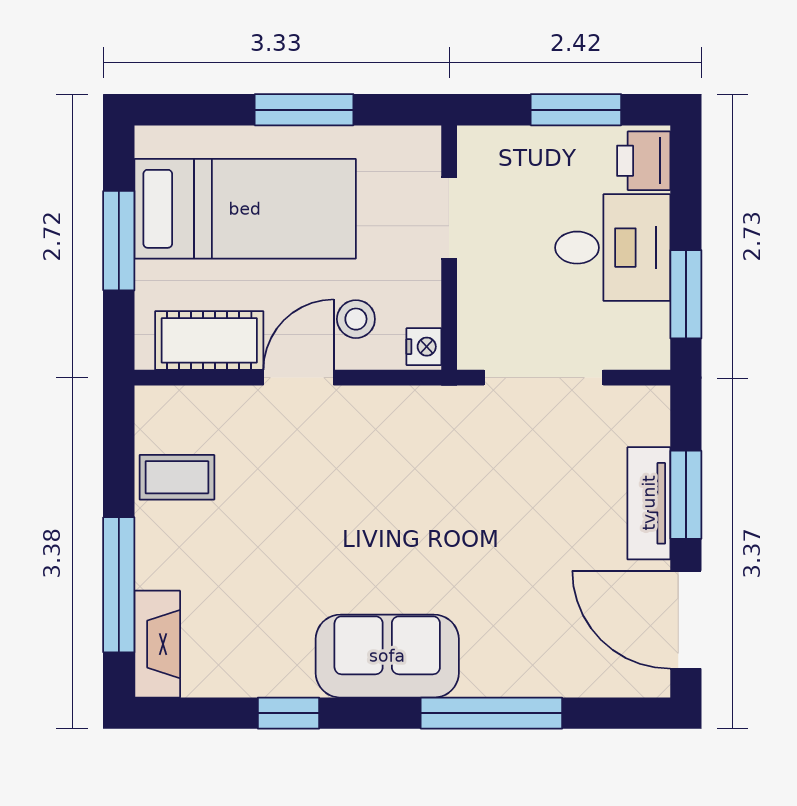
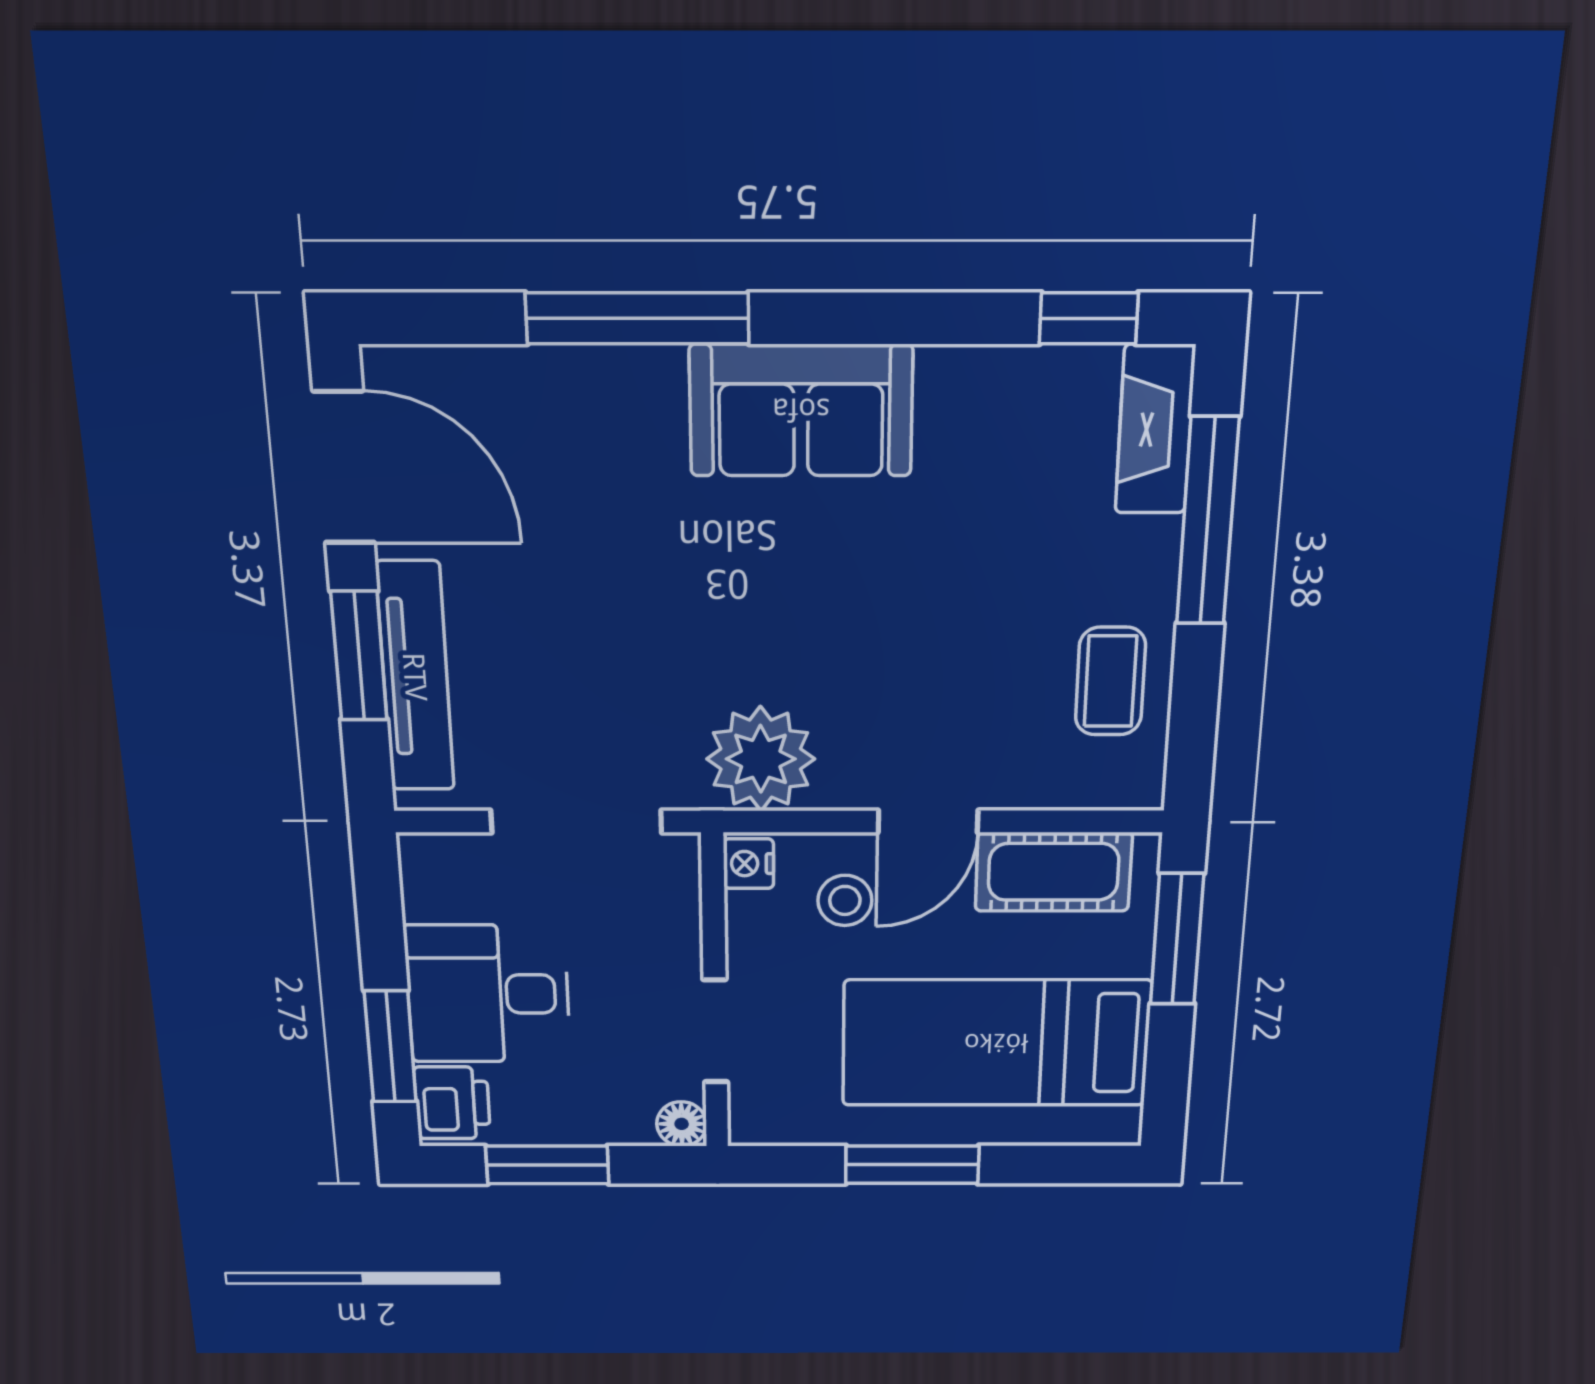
floor lamp: (475, 144) -> (682, 1124), added
window: (119, 241) -> (1177, 939), moved
window: (686, 294) -> (390, 1047), moved
plant: (415, 423) -> (761, 759), added
coffee table: (177, 477) -> (1110, 681), turned 90
tv unit: (649, 503) -> (415, 677), width x1.41
window: (288, 713) -> (1089, 318), moved

